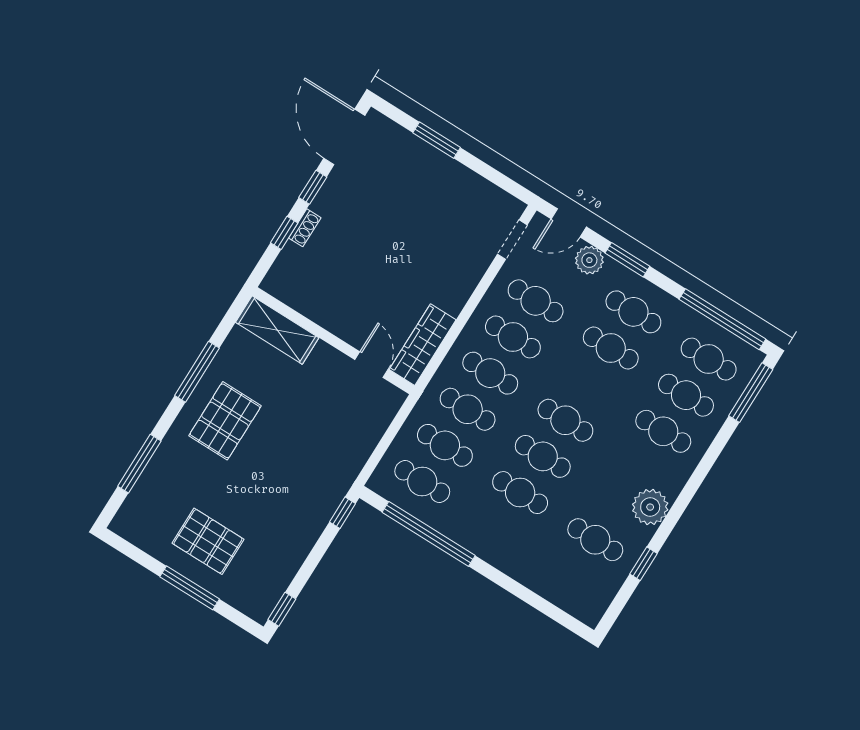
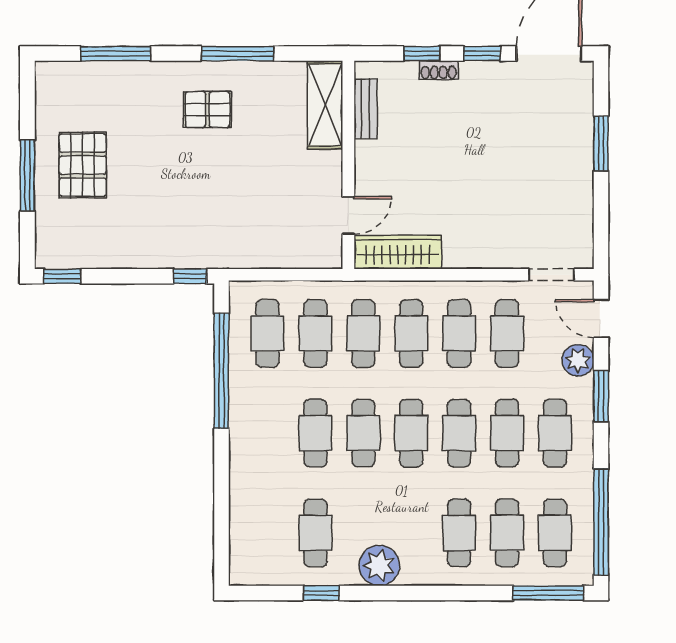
bench: (299, 301) -> (366, 109), added
cafe table: (588, 384) -> (459, 433), added
pallet: (225, 421) -> (207, 109), width x0.67, depth x0.71

